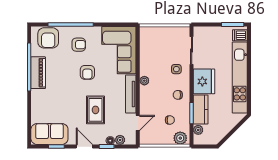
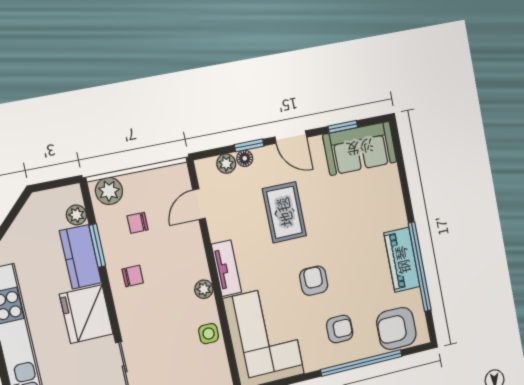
armchair: (48, 38) -> (396, 328), turned -90
armchair: (79, 45) -> (340, 329), turned 180
side table: (176, 69) -> (209, 334), moved
tv unit: (131, 94) -> (226, 268), width x0.71

